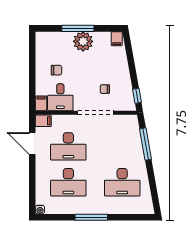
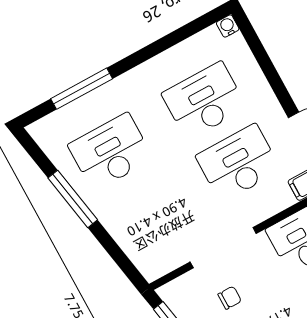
window: (145, 144) -> (73, 199), moved
window: (91, 217) -> (82, 89), moved

